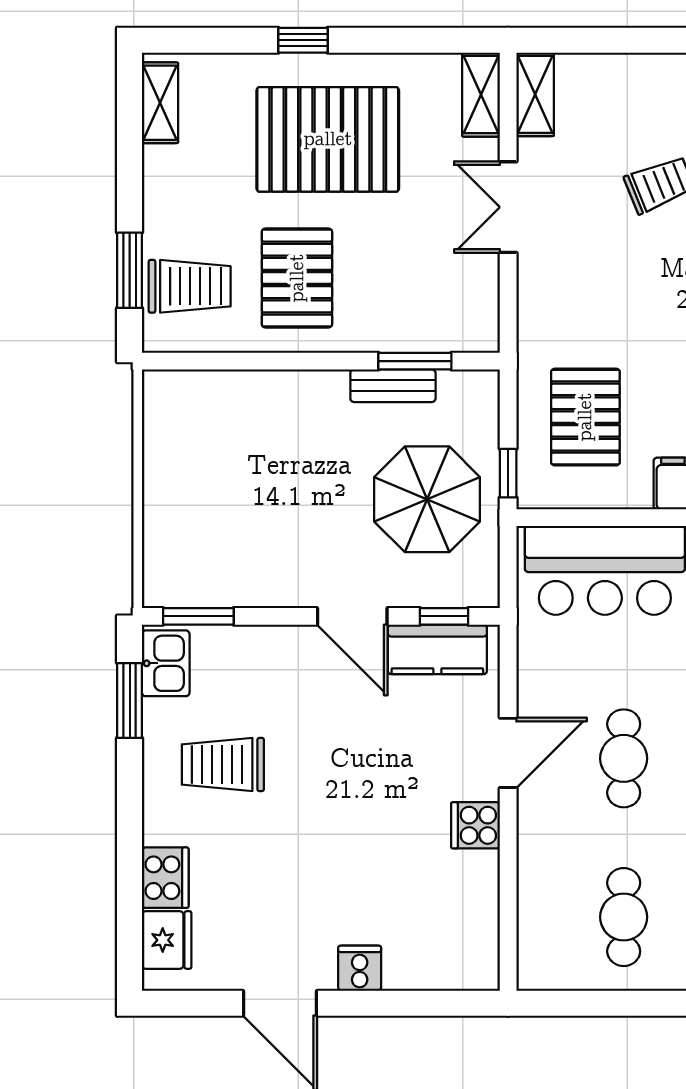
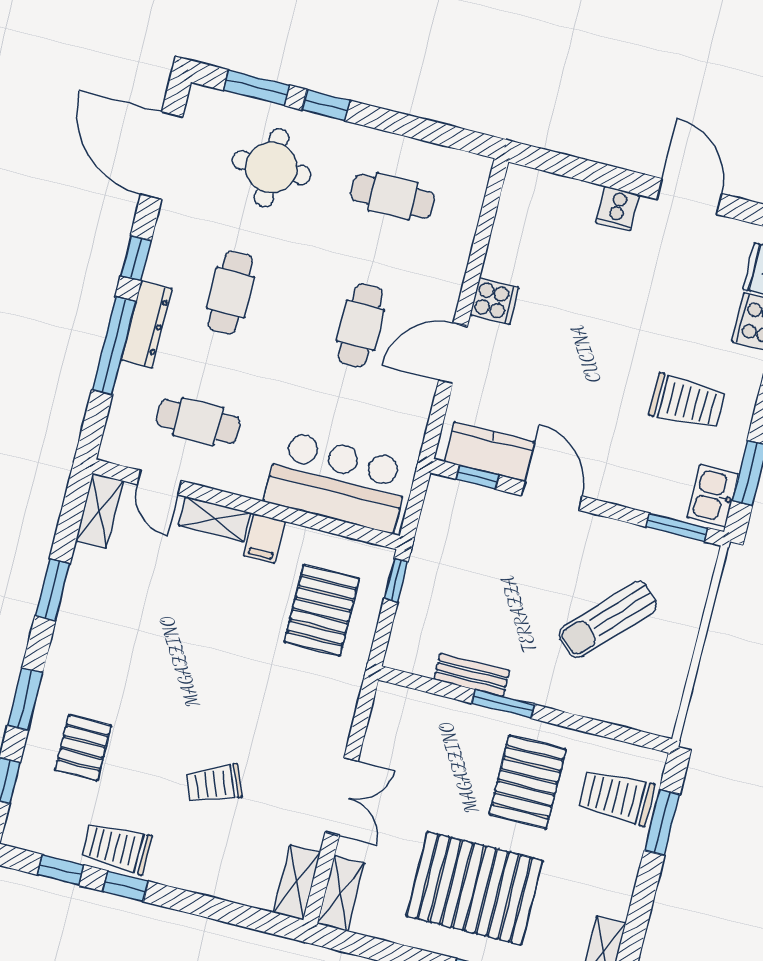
window: (415, 361) -> (503, 704), moved
sun lounger: (251, 489) -> (608, 620), added
parasol: (427, 499) -> (467, 576), removed
cafe table: (624, 917) -> (393, 196), turned 90

